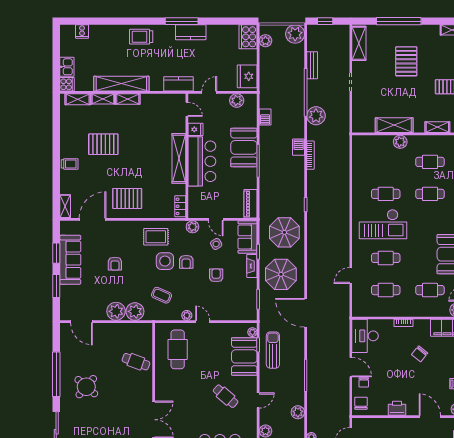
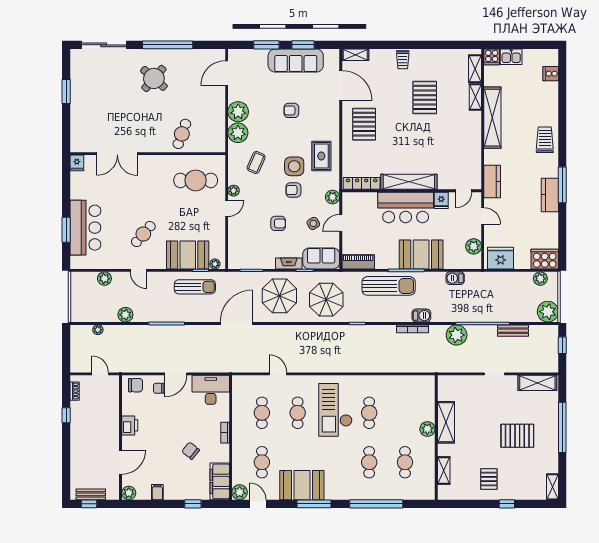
shelving: (128, 99) -> (475, 125), removed
sun lounger: (272, 177) -> (389, 286), added
locker: (180, 206) -> (362, 183), width x1.53

